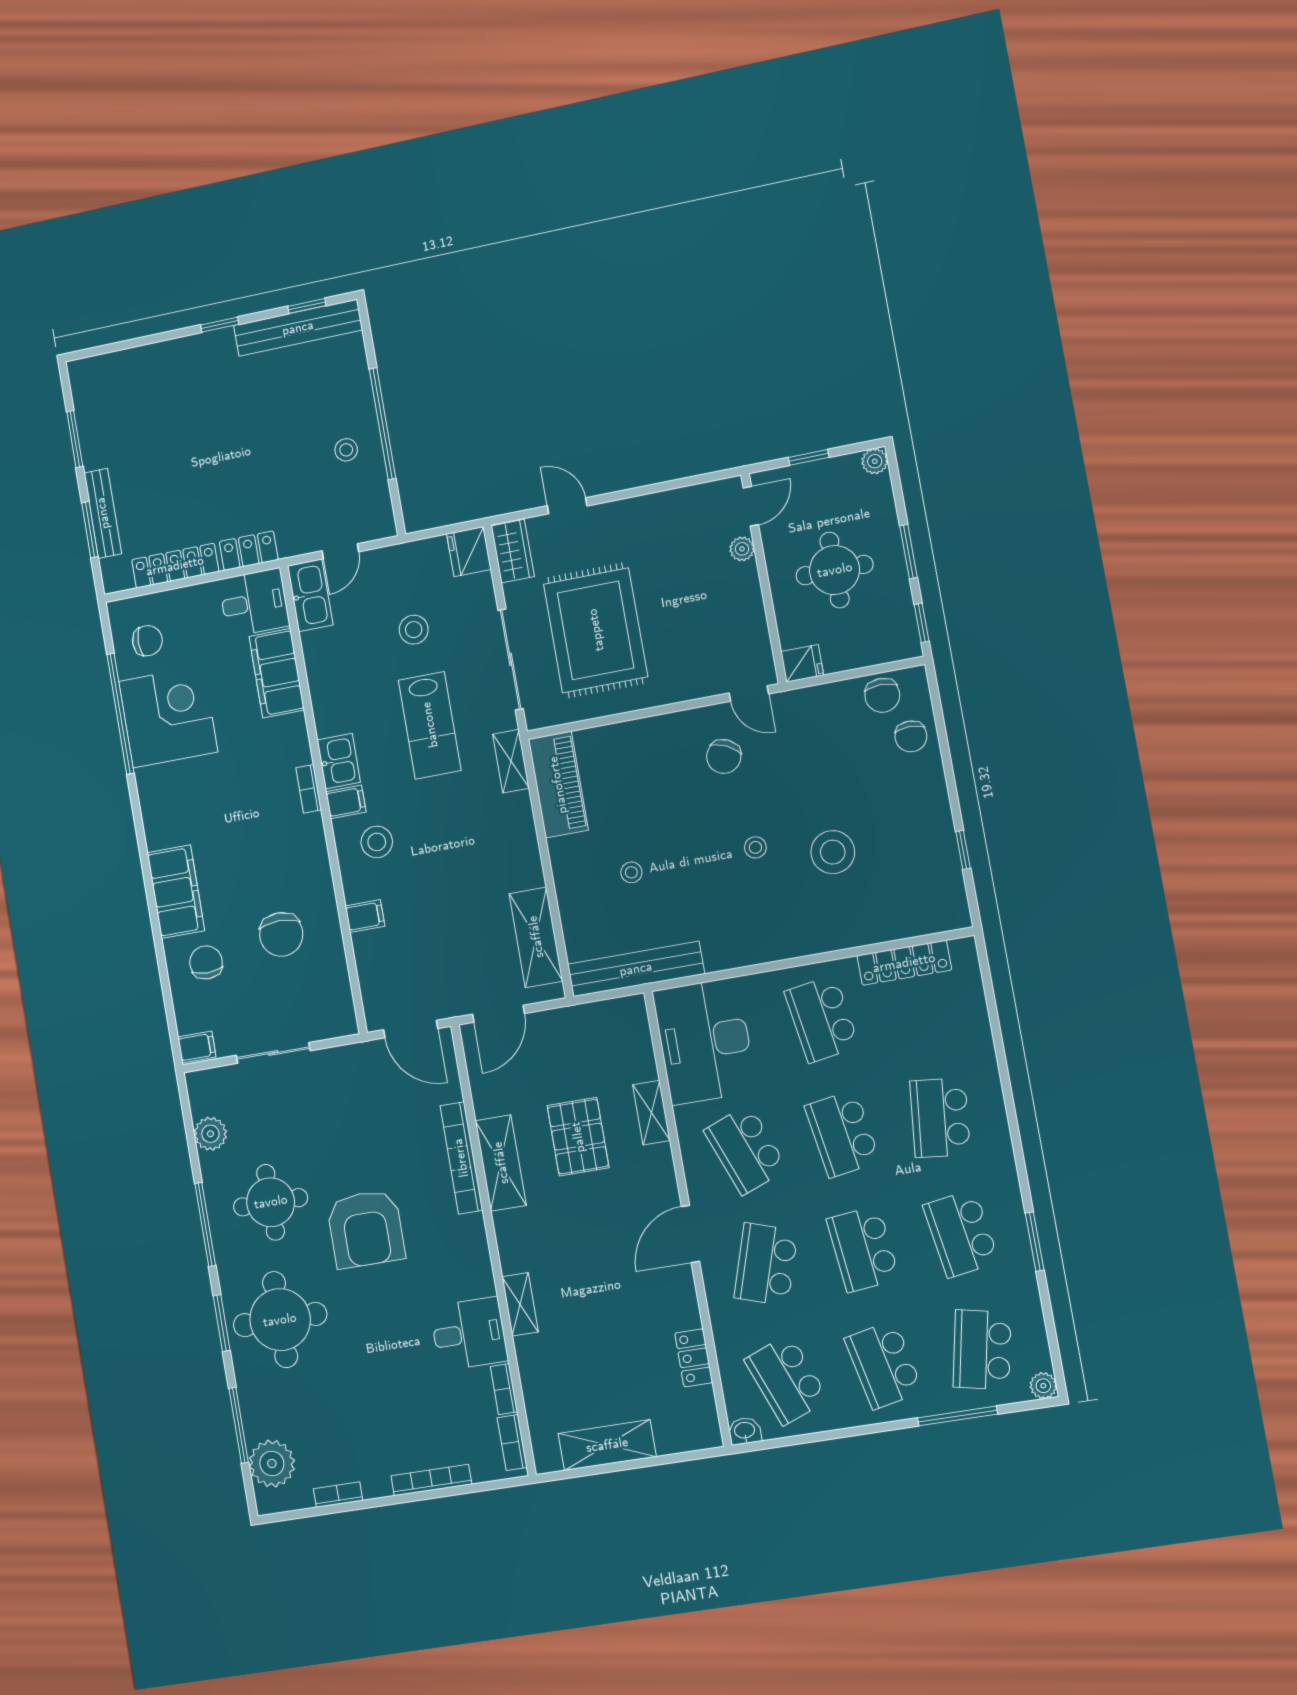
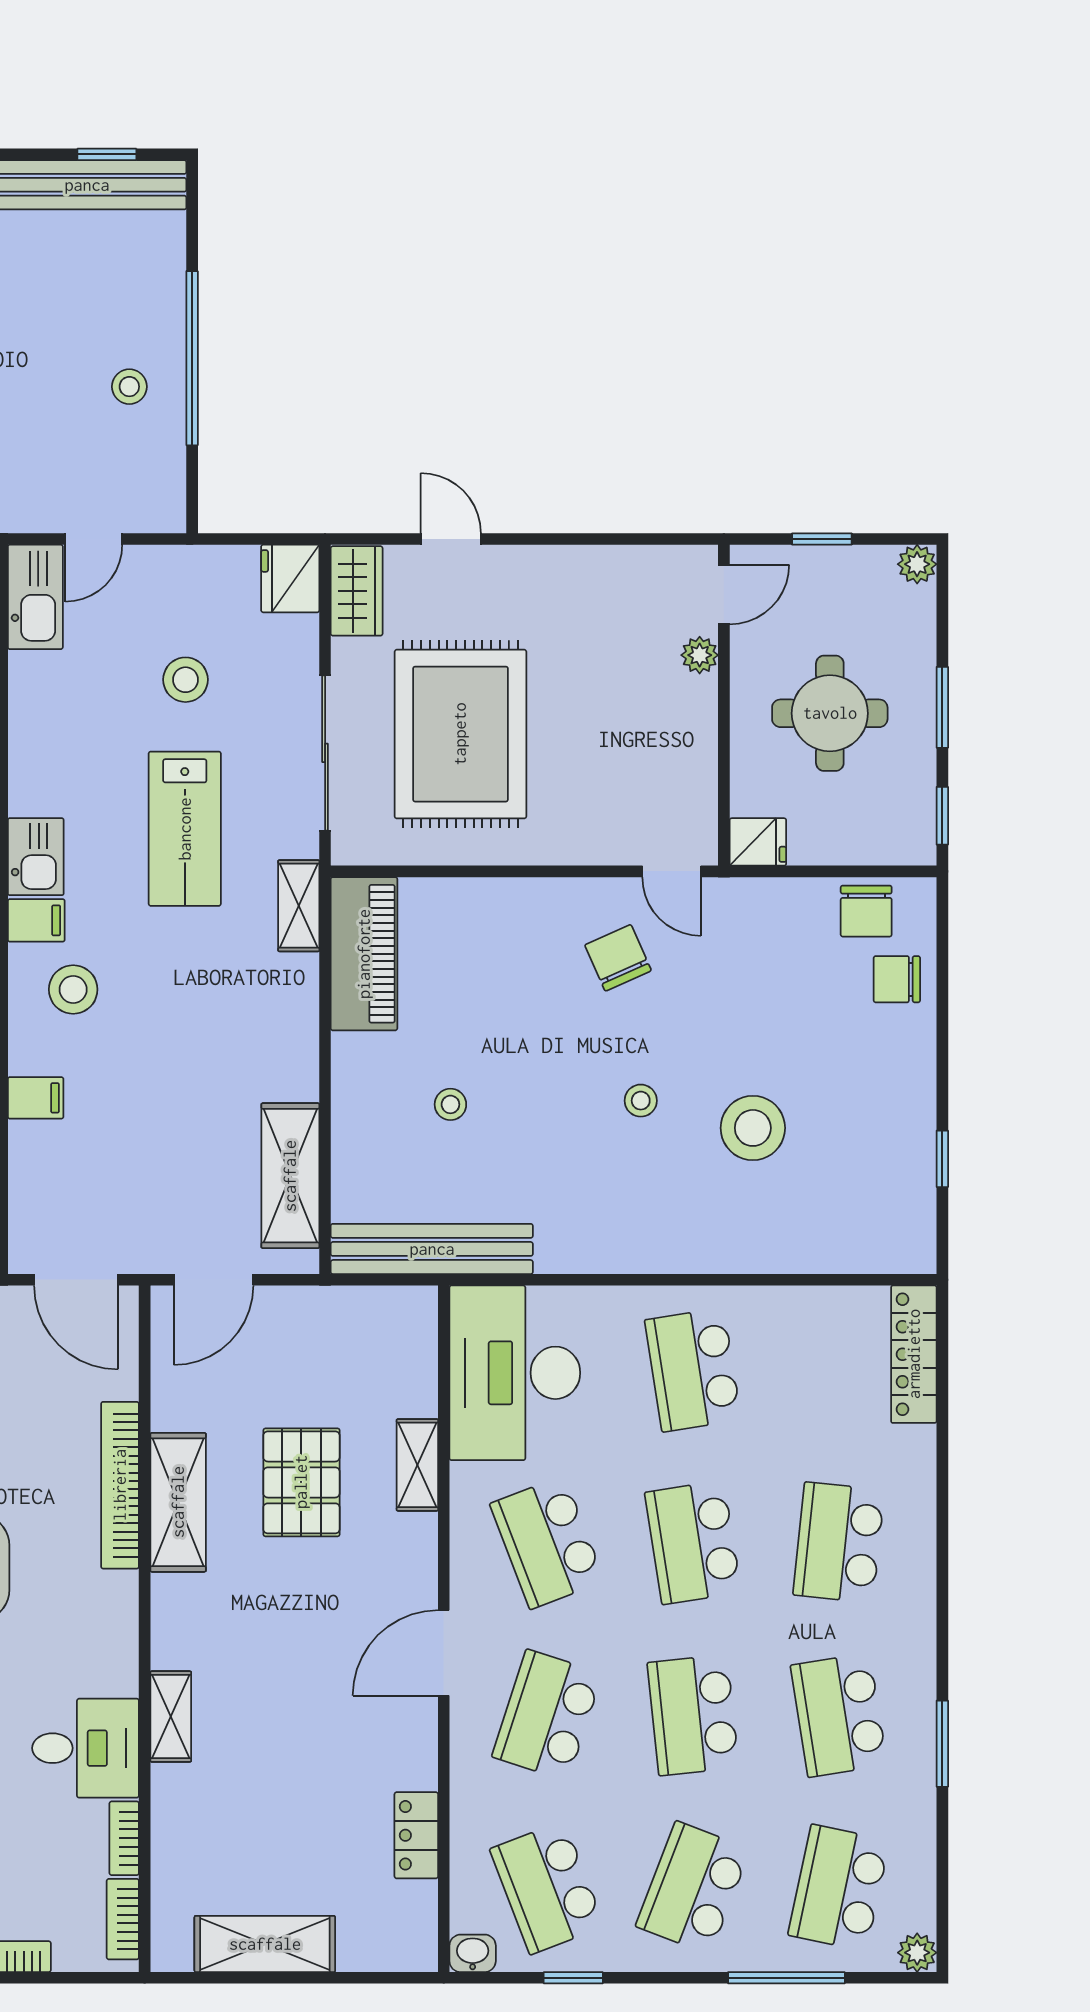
chair: (911, 736) -> (897, 979), turned 90
chair: (724, 757) -> (618, 958), turned 130
locker: (904, 963) -> (914, 1354), moved, turned 90
school desk: (884, 1365) -> (693, 1888), turned 33
window: (814, 1437) -> (573, 1978), added

